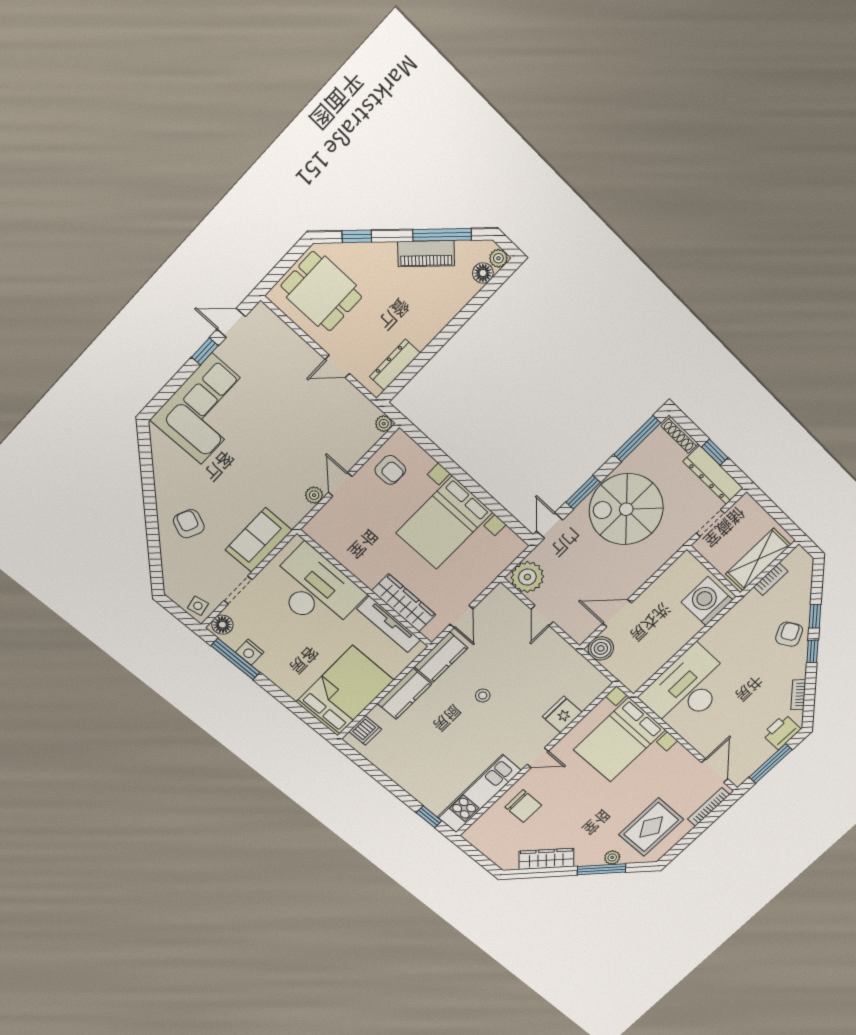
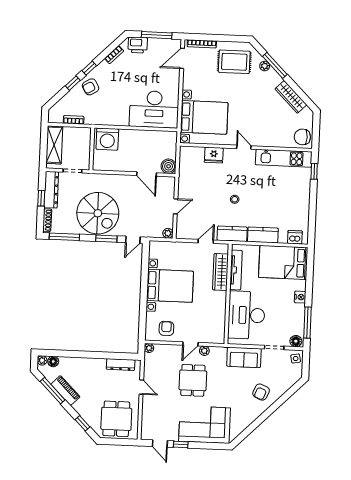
dining table: (285, 445) -> (193, 380), added
shelving: (758, 559) -> (54, 145), moved, turned 90
plant: (527, 577) -> (168, 233), width x0.53, depth x0.53
nightstand: (250, 652) -> (300, 297), moved
chair: (523, 806) -> (302, 137), moved, turned -90

